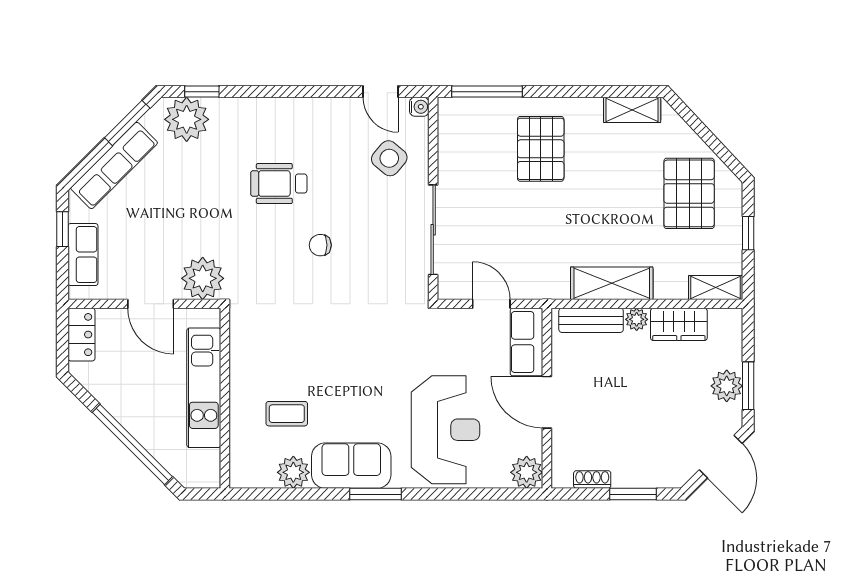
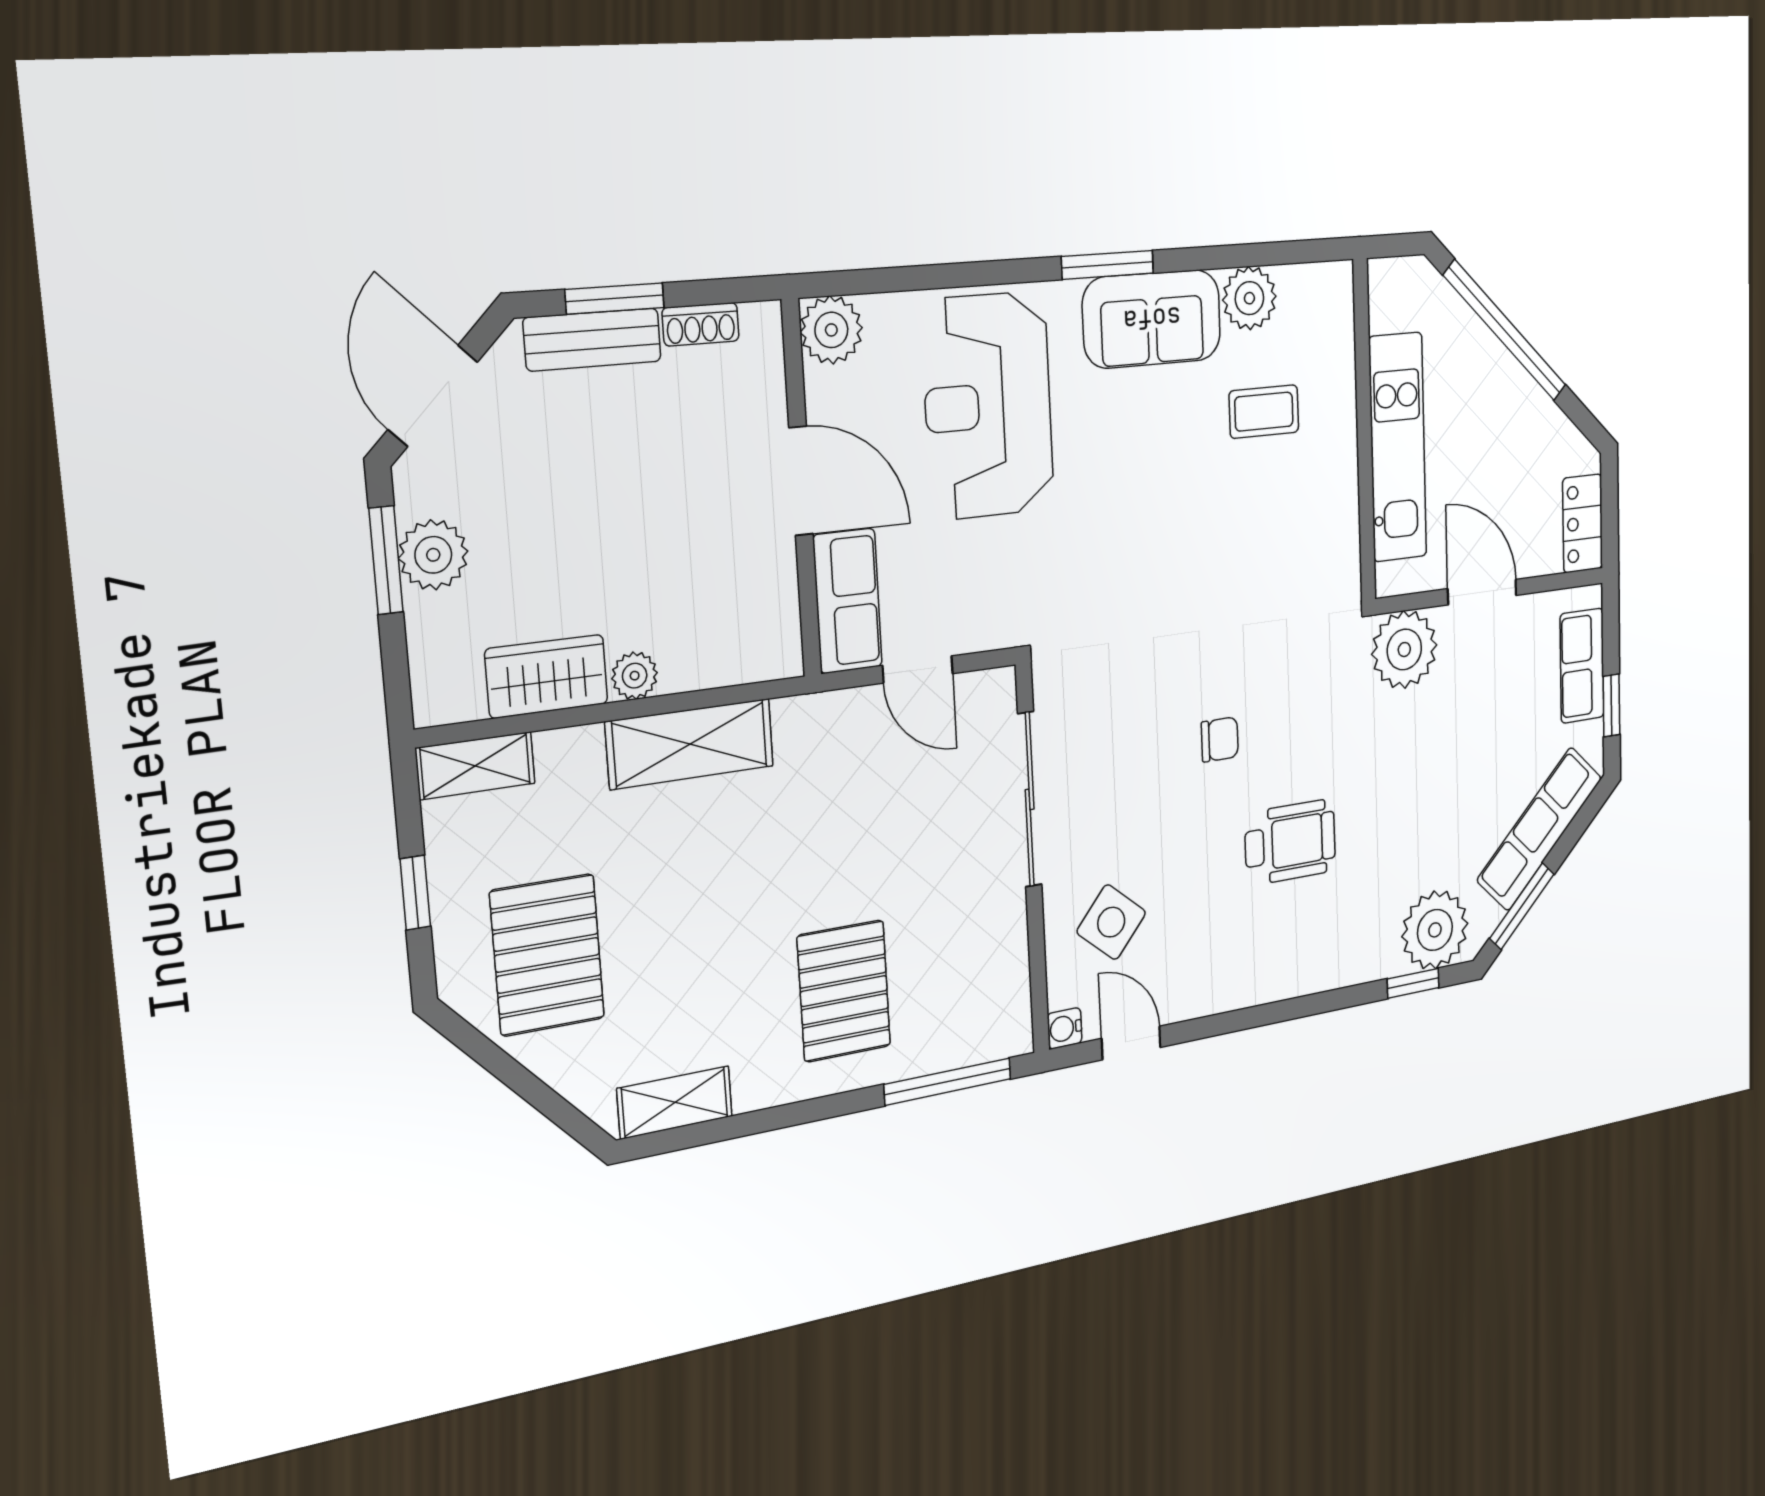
bench: (591, 320) -> (592, 340), moved

